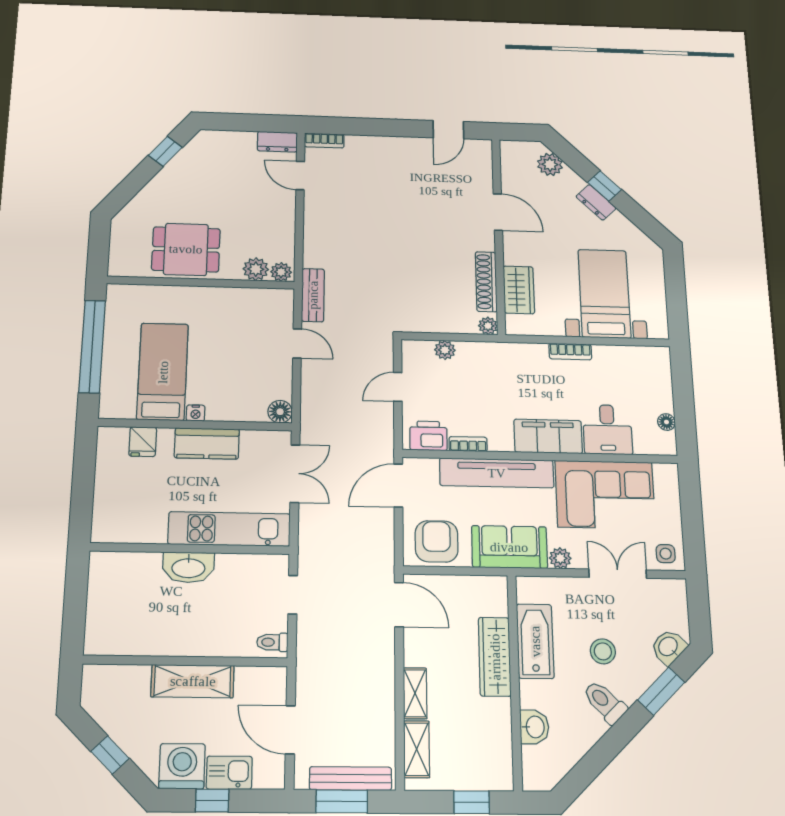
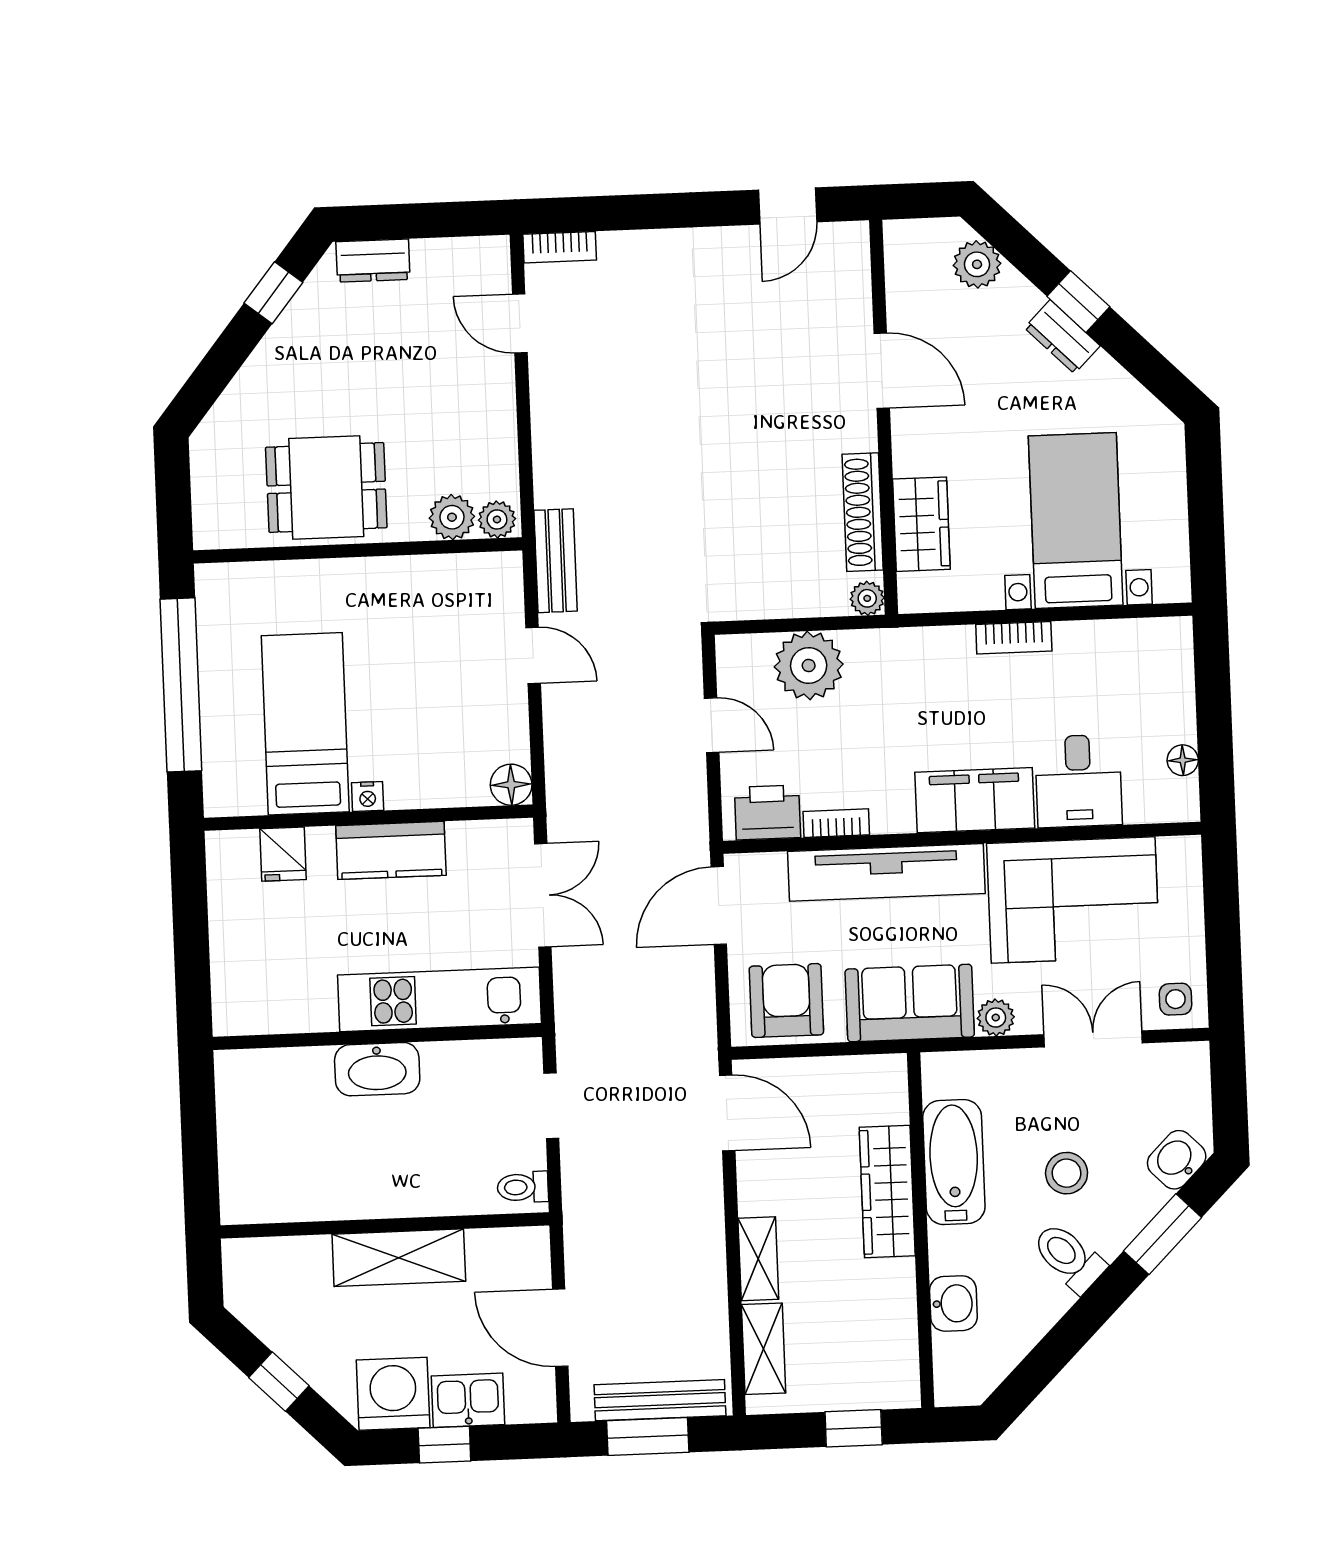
dresser: (277, 142) -> (373, 261), moved
plant: (445, 350) -> (809, 666), width x1.87, depth x1.87
door: (398, 387) -> (712, 725), swing flipped

